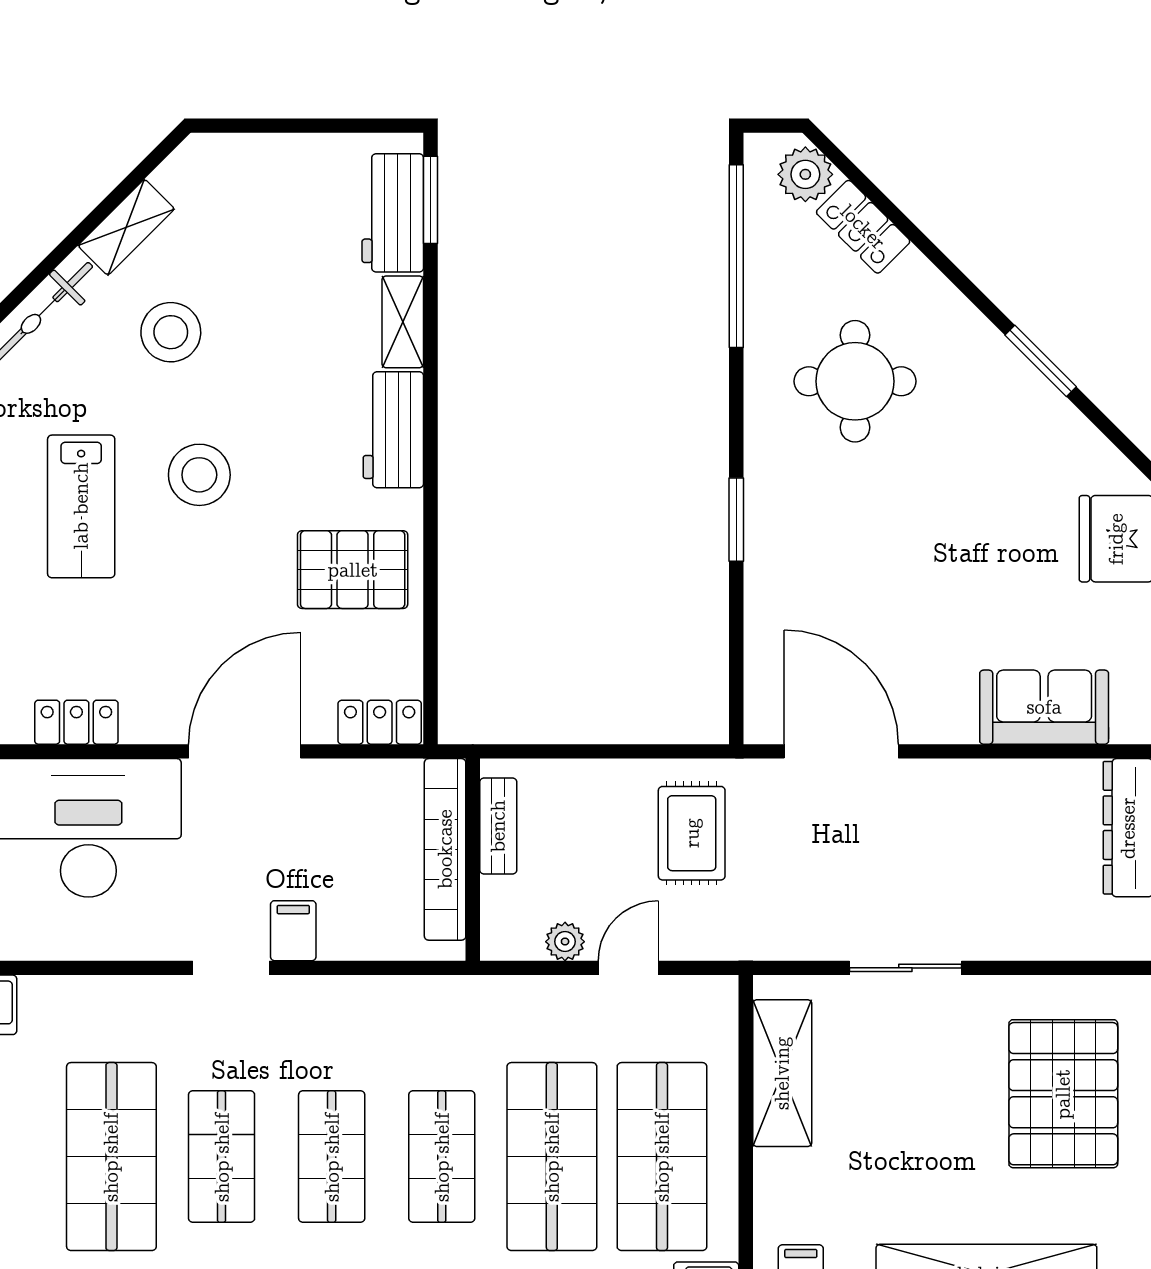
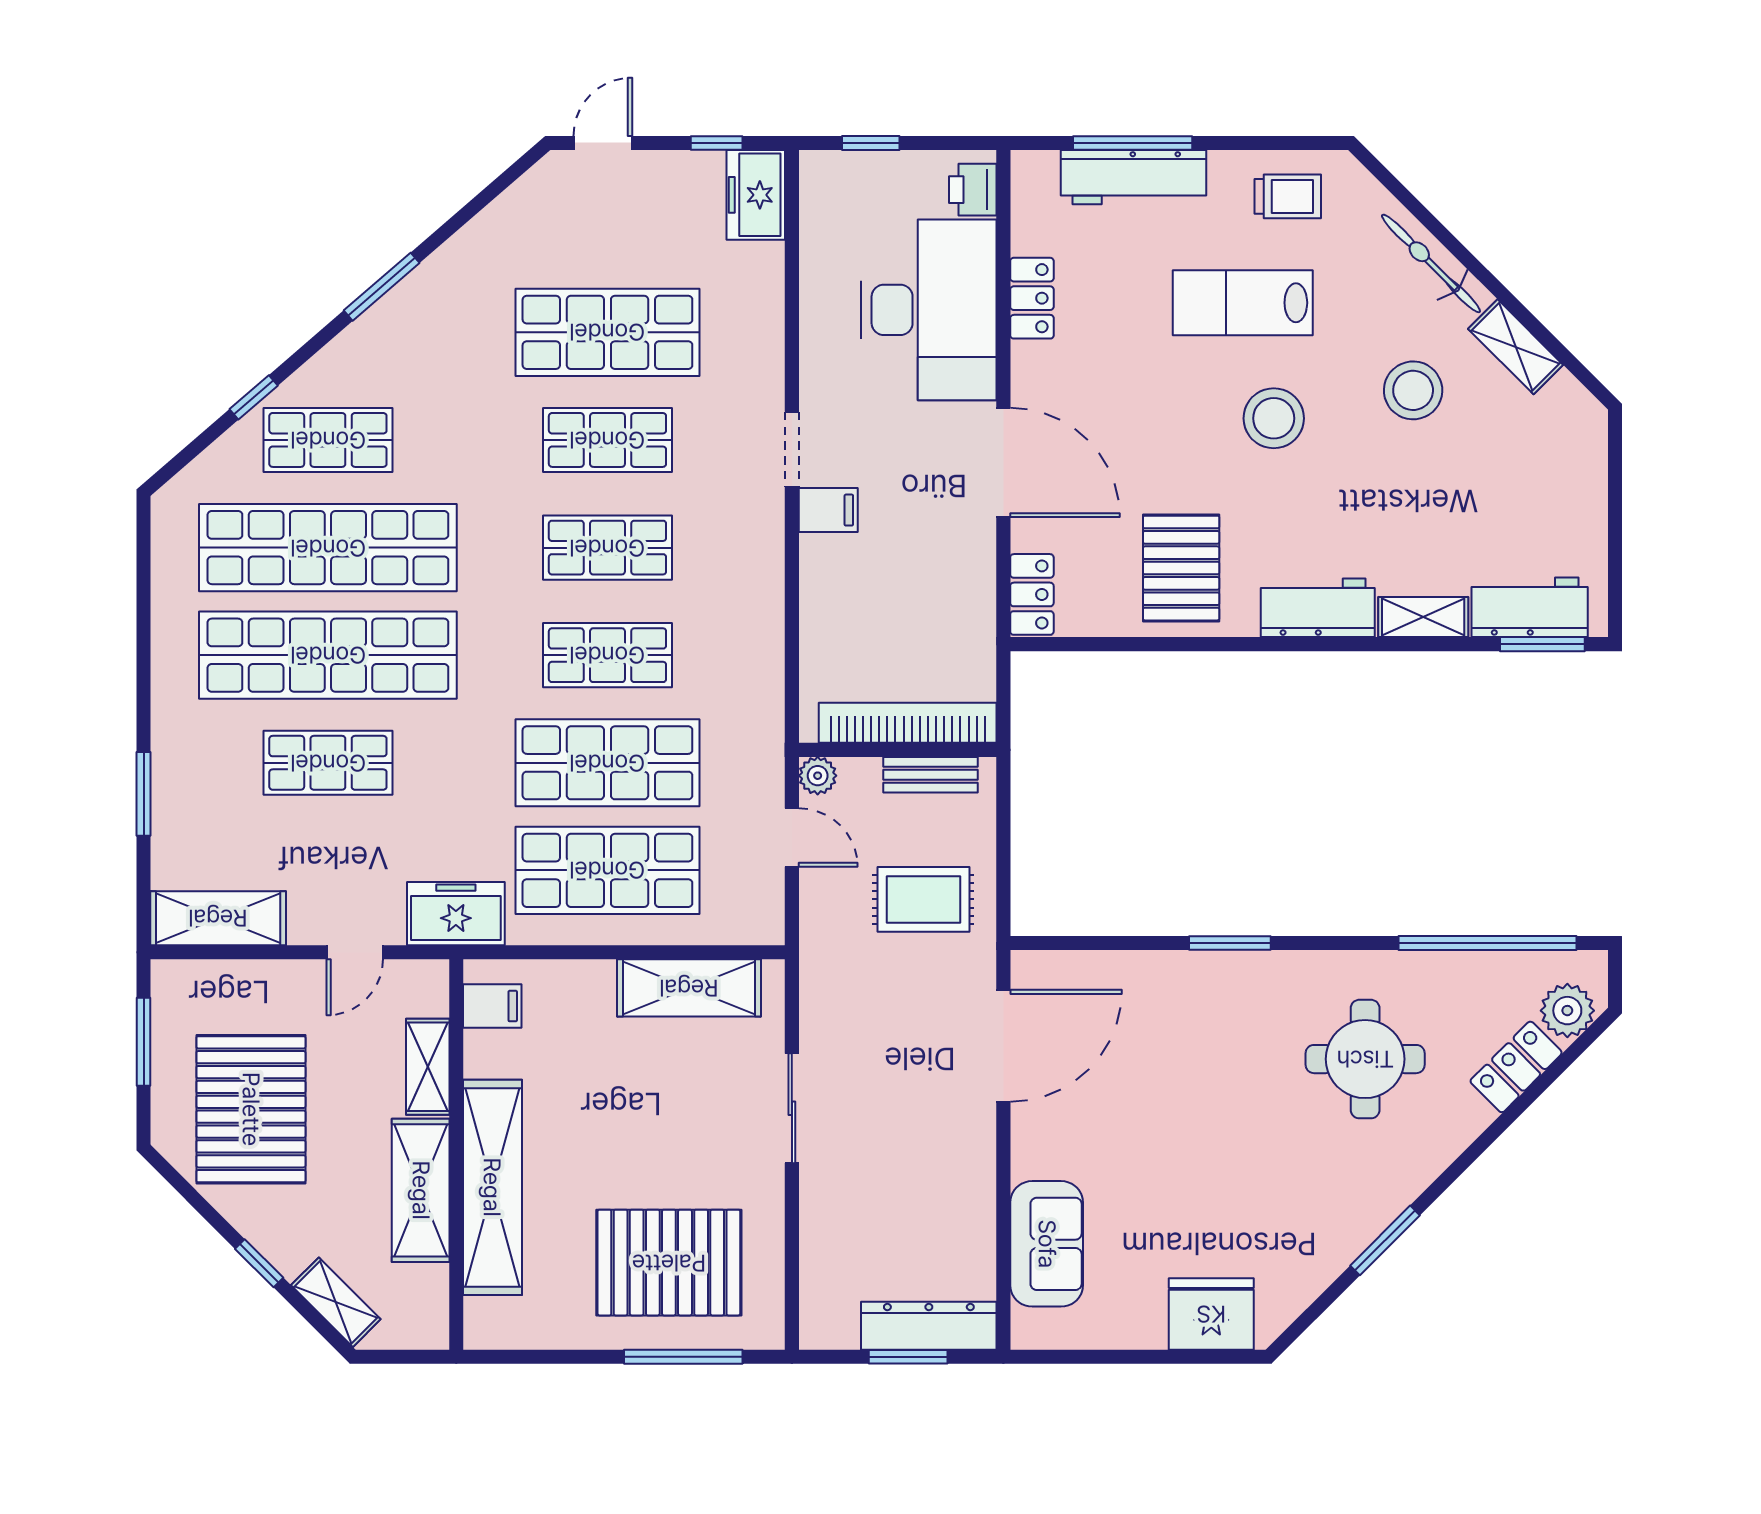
bench: (498, 826) -> (930, 775), moved
bookcase: (445, 849) -> (908, 723), moved
wall: (473, 860) -> (898, 750), moved

